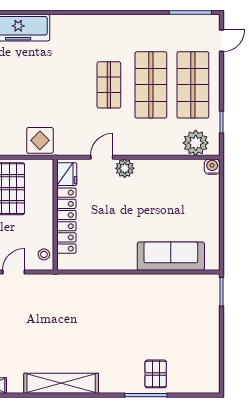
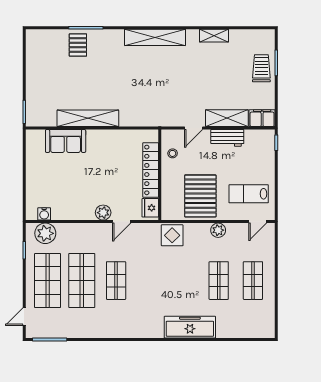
water cooler: (212, 167) -> (44, 214), moved
stool: (44, 254) -> (173, 153), moved
sofa: (171, 256) -> (66, 141), width x0.73
shelving: (143, 284) -> (88, 118), added

